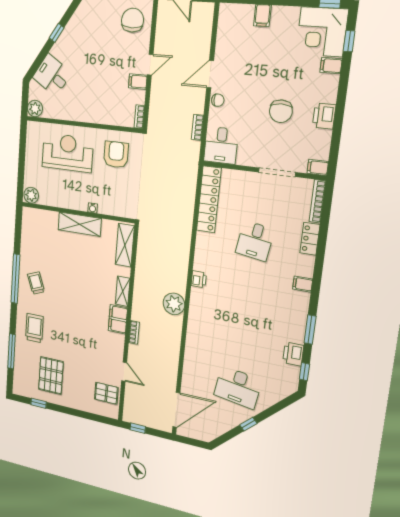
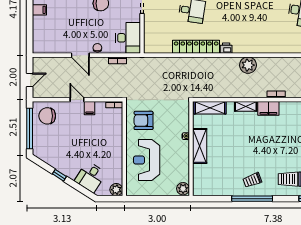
filing cabinet: (262, 16) -> (39, 10), moved
desk: (221, 145) -> (128, 38), width x1.37
locker: (209, 199) -> (196, 47), moved

